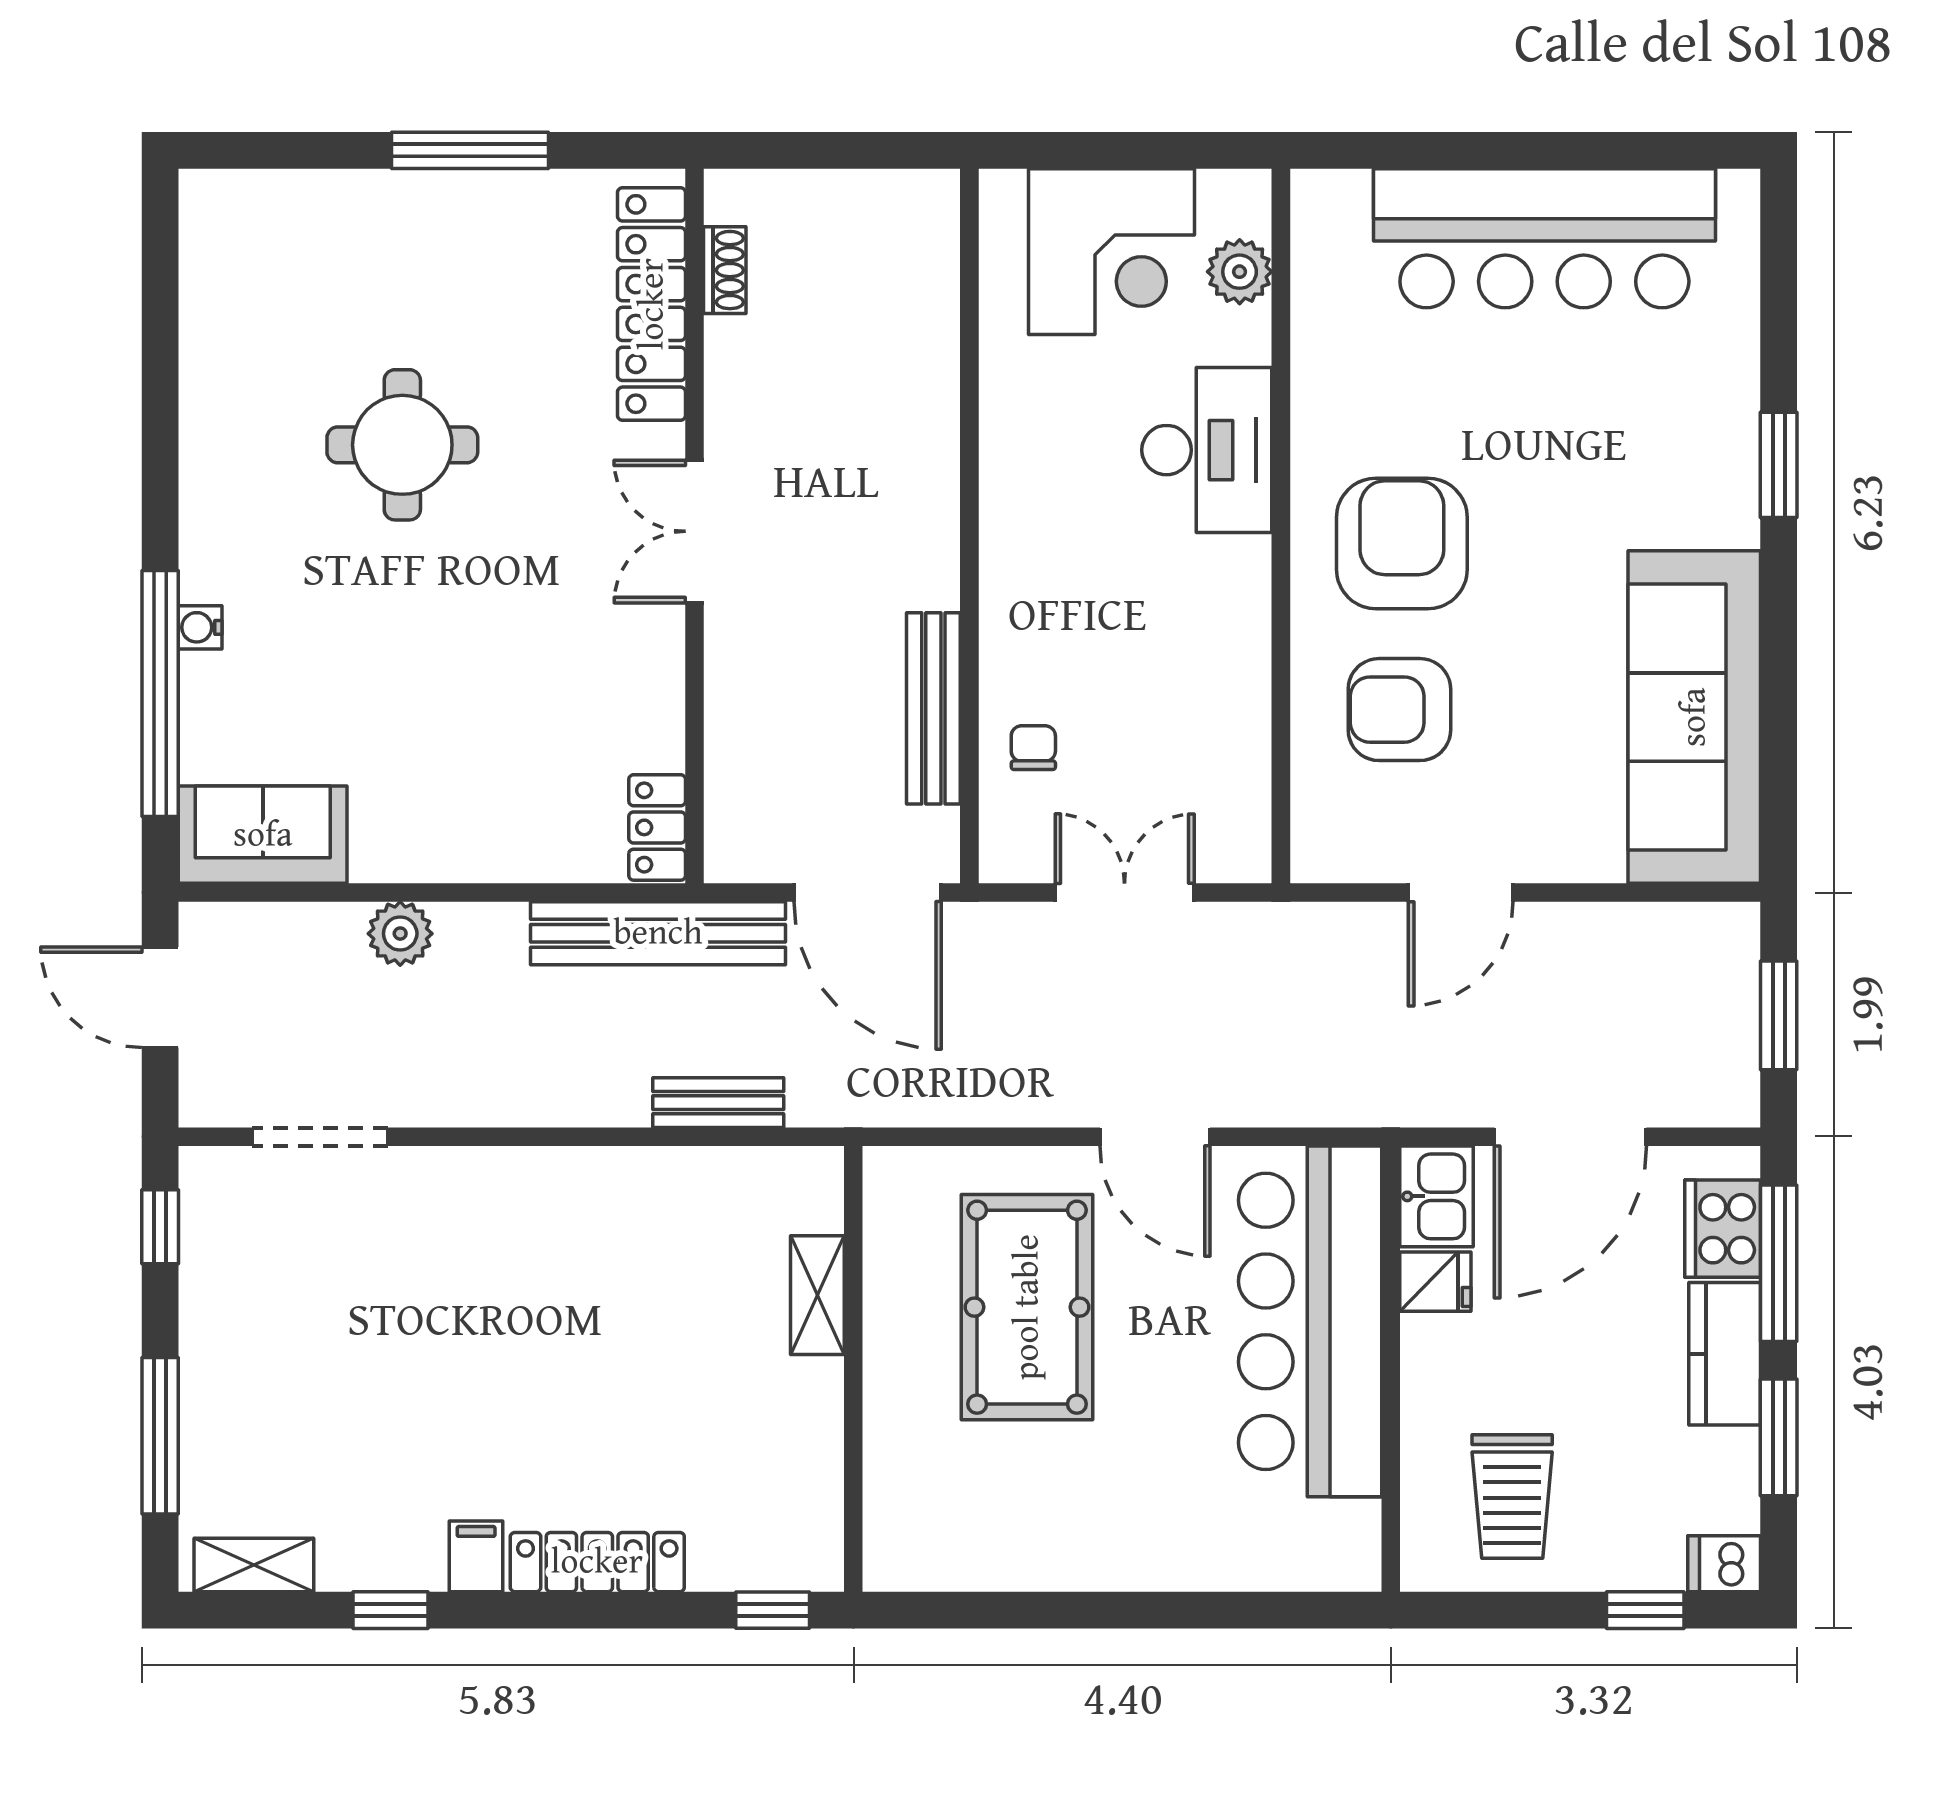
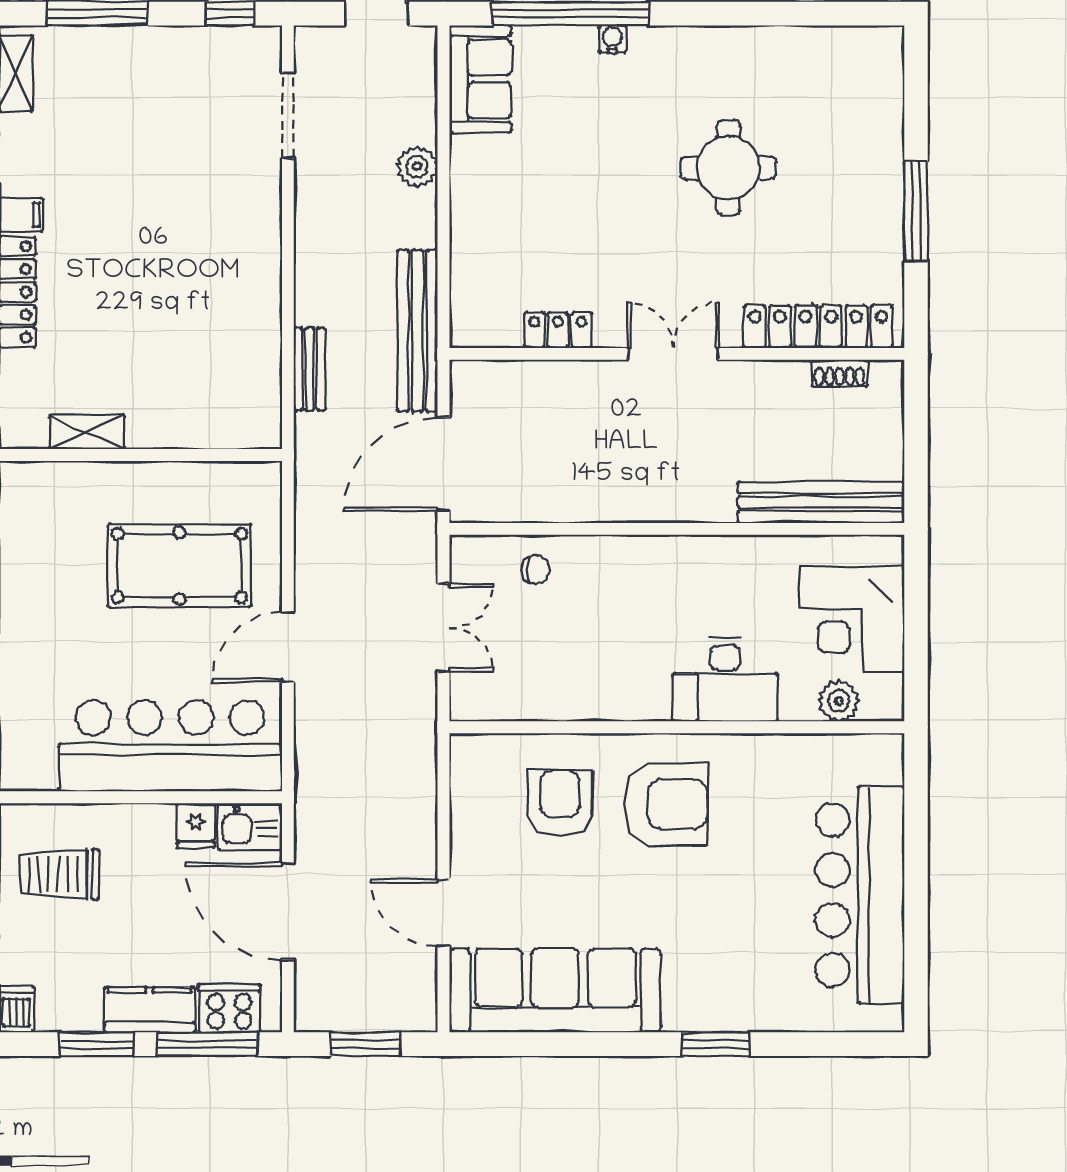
bench: (933, 708) -> (821, 502), moved, width x1.37, depth x1.21
locker: (657, 827) -> (558, 330), moved
door: (1461, 892) -> (443, 913), moved
shelving: (817, 1295) -> (87, 432), moved

